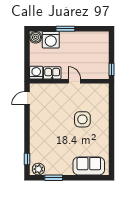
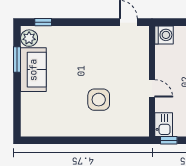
kitchen sink: (52, 73) -> (164, 125), moved
door: (74, 81) -> (152, 88), hinge flipped
sofa: (89, 166) -> (33, 70), moved

